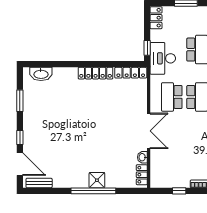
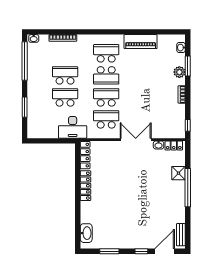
locker: (156, 18) -> (37, 133), removed
window: (147, 48) -> (64, 141), removed
school desk: (172, 97) -> (106, 119), turned 180
shower: (97, 180) -> (178, 173), moved
window: (179, 191) -> (188, 125), moved

